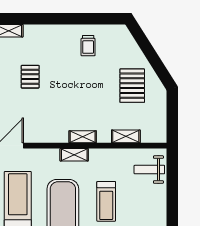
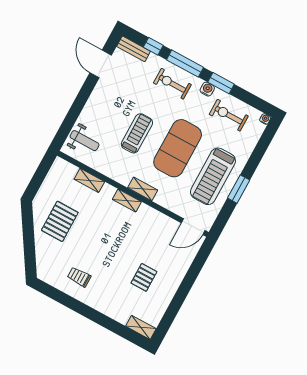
trolley: (88, 46) -> (79, 277), turned -90

